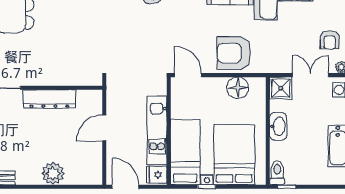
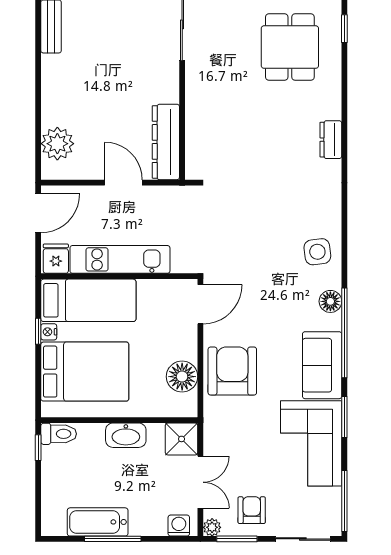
armchair: (330, 40) -> (252, 510), turned 90
dresser: (49, 99) -> (166, 142), moved
plant: (53, 174) -> (57, 144), moved

